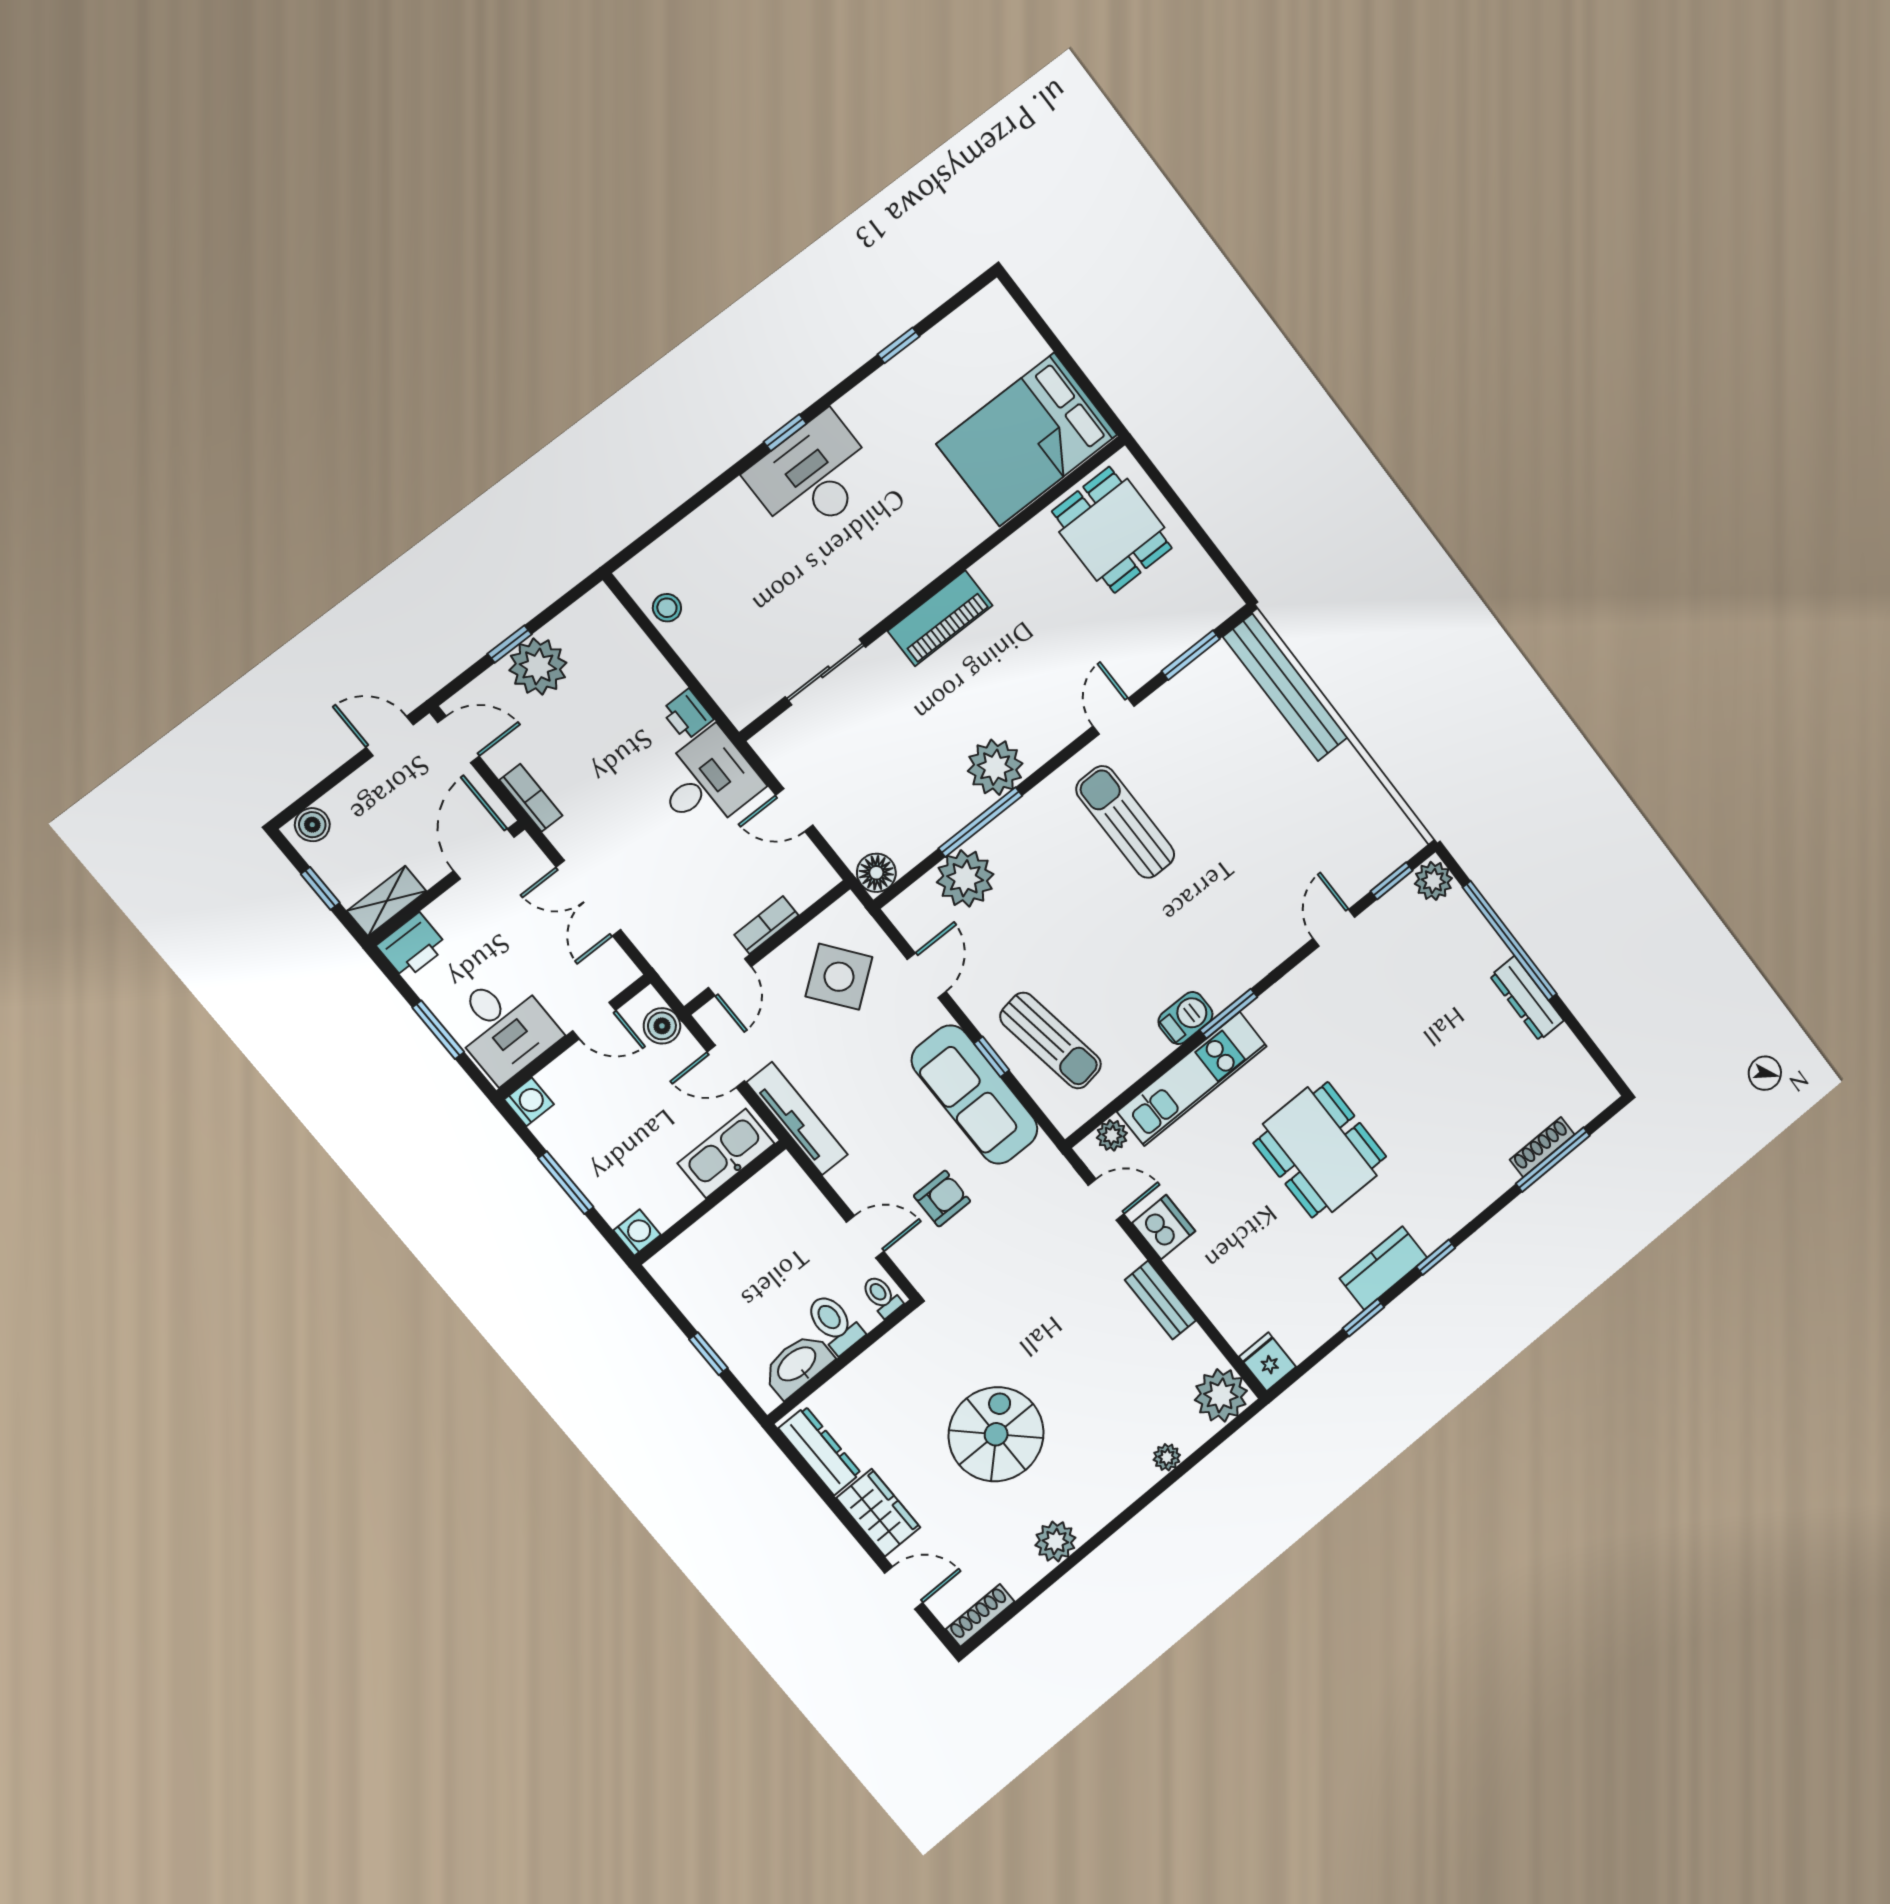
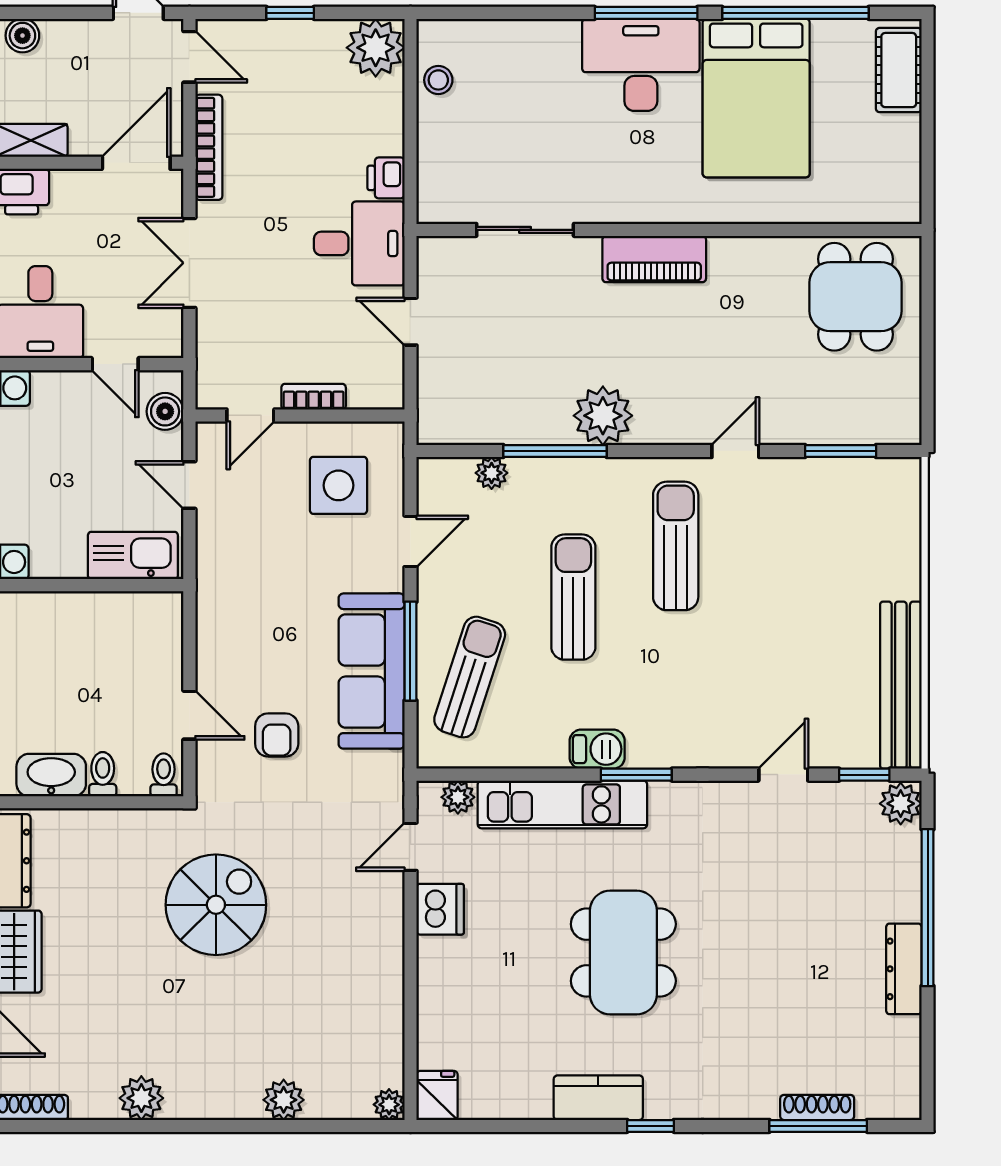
cot: (1010, 330) -> (899, 70), added
window: (899, 345) -> (795, 13), width x3.17
window: (785, 433) -> (646, 13), width x2.17
bed: (1027, 439) -> (756, 98), moved, turned -90
plant: (538, 667) -> (376, 48), moved
bench: (1286, 687) -> (901, 685), moved
bookcase: (531, 798) -> (209, 147), width x1.56
floor lamp: (876, 873) -> (436, 425), removed
plant: (965, 878) -> (492, 473), width x0.53, depth x0.53
sun lounger: (1080, 920) -> (573, 597), added
side table: (839, 977) -> (338, 485), turned 37
sun lounger: (1051, 1041) -> (470, 677), turned -153
window: (992, 1057) -> (410, 651), width x2.17
tv unit: (797, 1119) -> (212, 574), removed
armchair: (942, 1199) -> (277, 735), turned 90
door: (1106, 1200) -> (410, 847), swing flipped
bench: (1160, 1300) -> (389, 968), removed
window: (1363, 1318) -> (548, 1126), removed
toilet: (834, 1323) -> (103, 774), width x0.73, depth x0.72
plant: (1221, 1395) -> (389, 1105), width x0.53, depth x0.53
spiral stairs: (996, 1434) -> (216, 905), moved
plant: (1167, 1457) -> (284, 1100), width x1.38, depth x1.38

